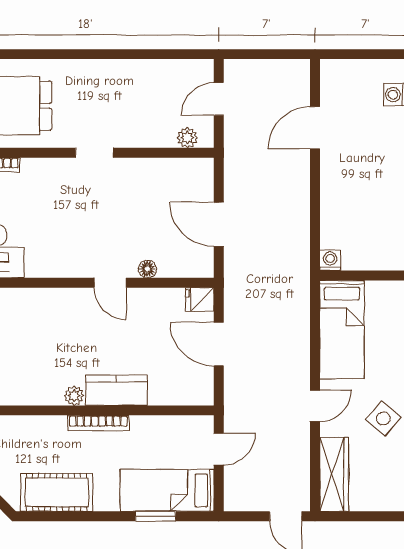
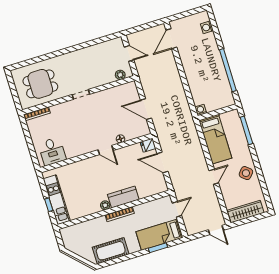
door: (219, 99) -> (129, 53), swing flipped
door: (315, 128) -> (171, 39), moved
wardrobe: (334, 474) -> (246, 212), moved, turned -90

